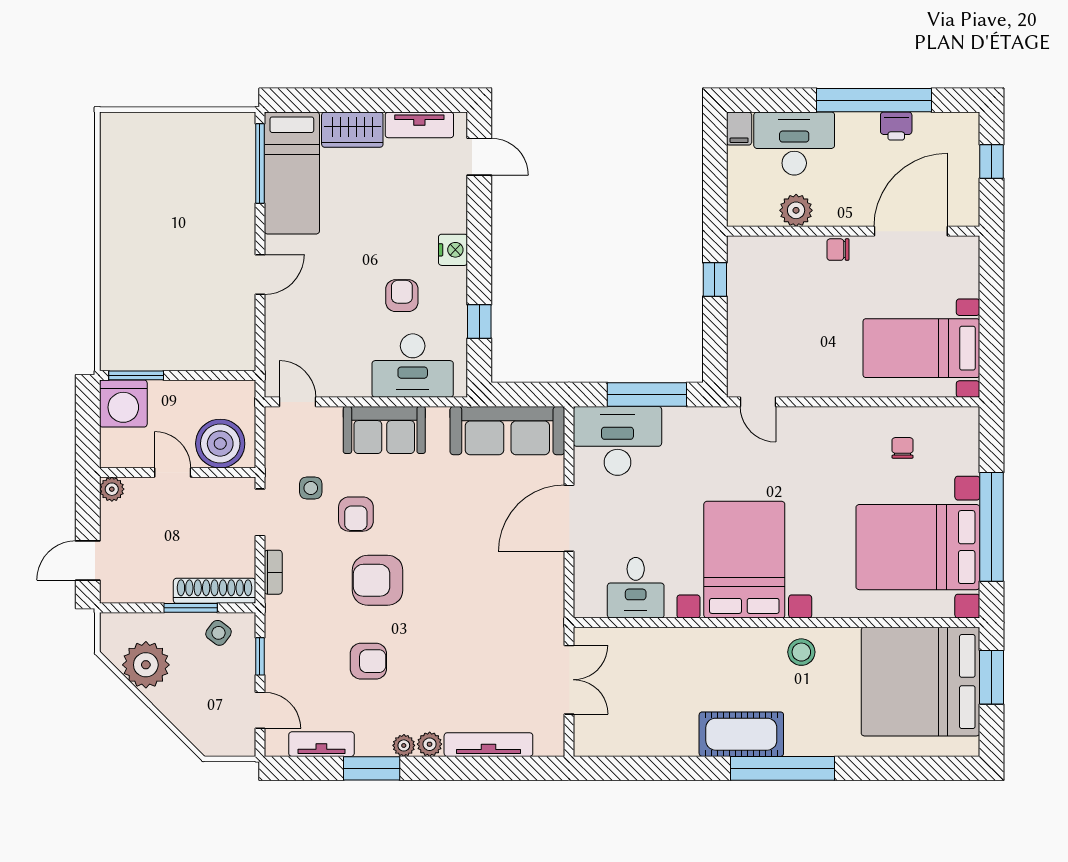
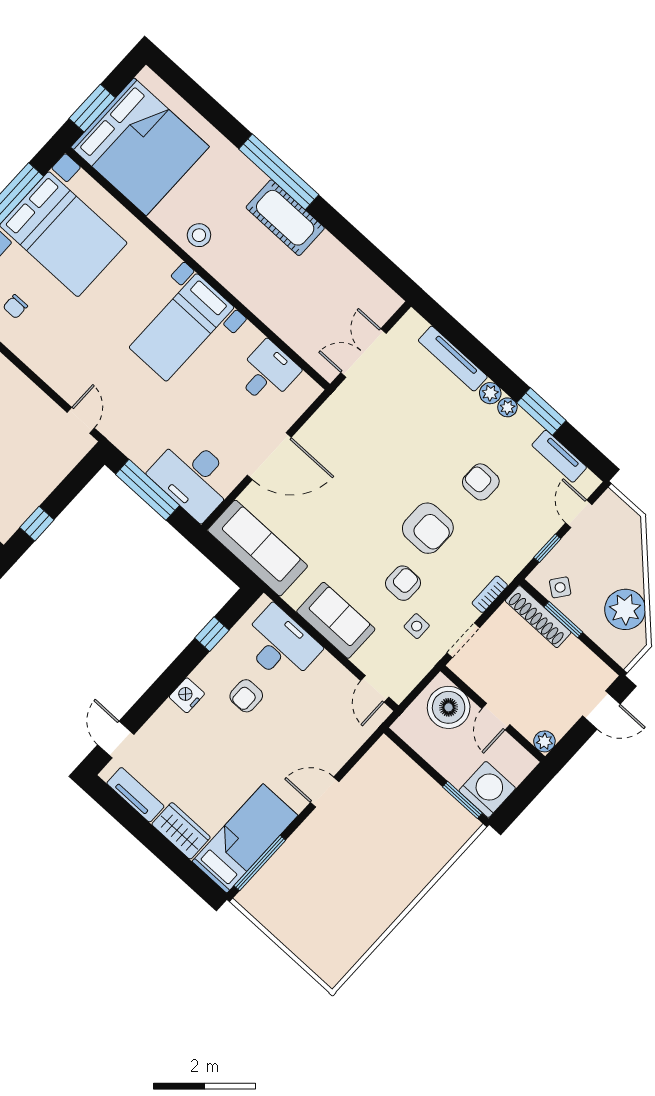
bed with nightstands: (744, 560) -> (182, 327), width x0.73

